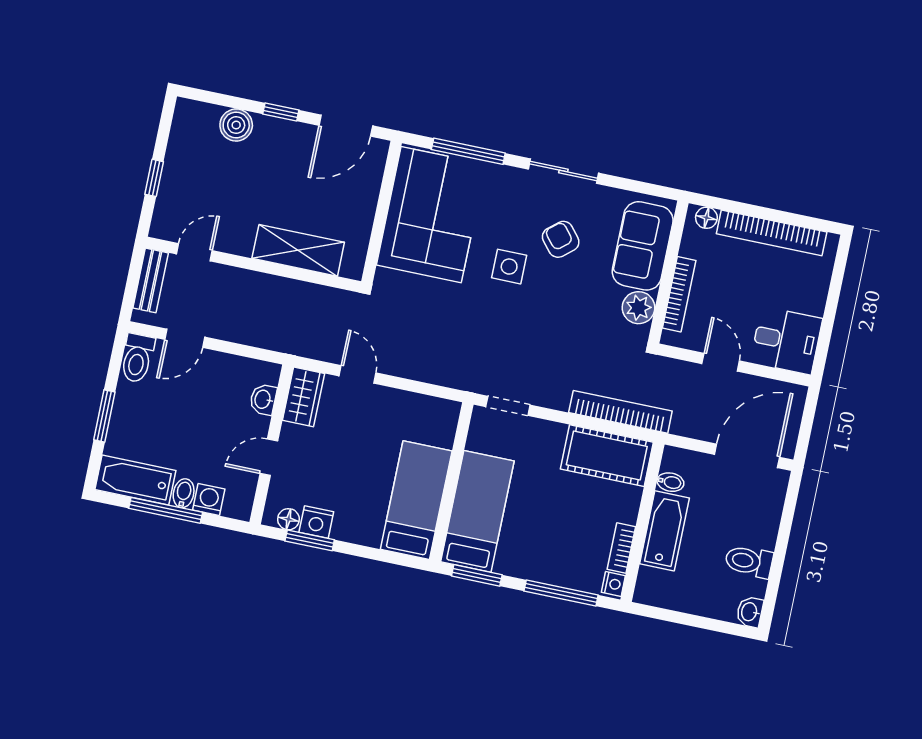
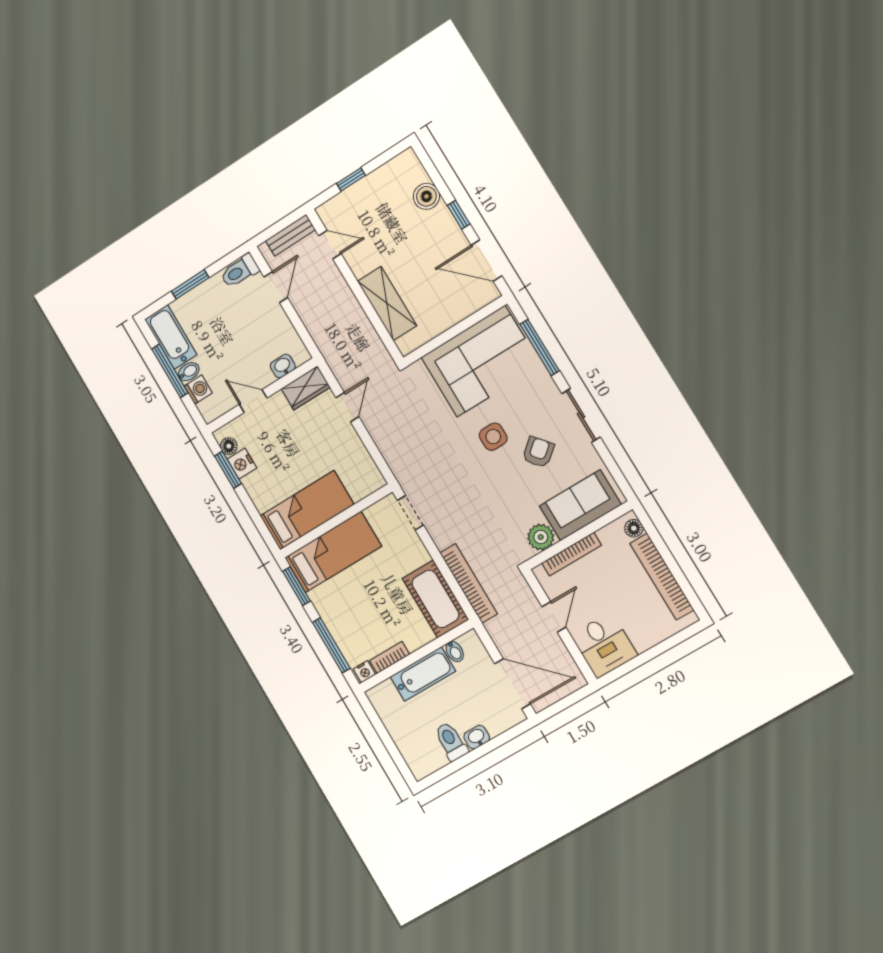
door: (185, 338) -> (276, 287), swing flipped
washbasin: (750, 612) -> (477, 737), moved

